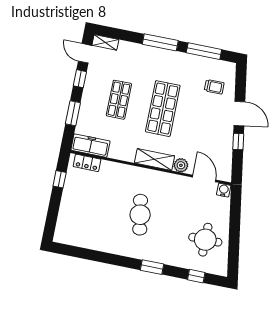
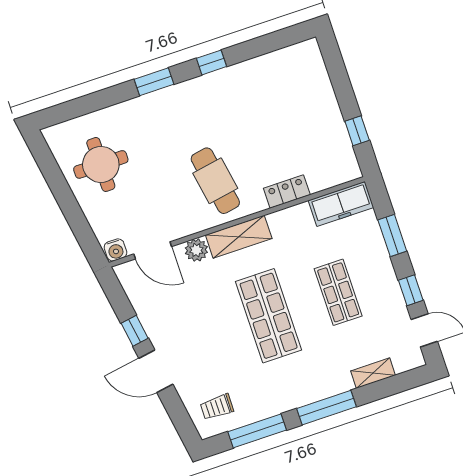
shelving: (105, 42) -> (373, 373), moved
trolley: (214, 87) -> (217, 407), moved
locker: (87, 163) -> (287, 192), moved
cafe table: (140, 215) -> (215, 181), moved
window: (196, 276) -> (211, 62), moved

